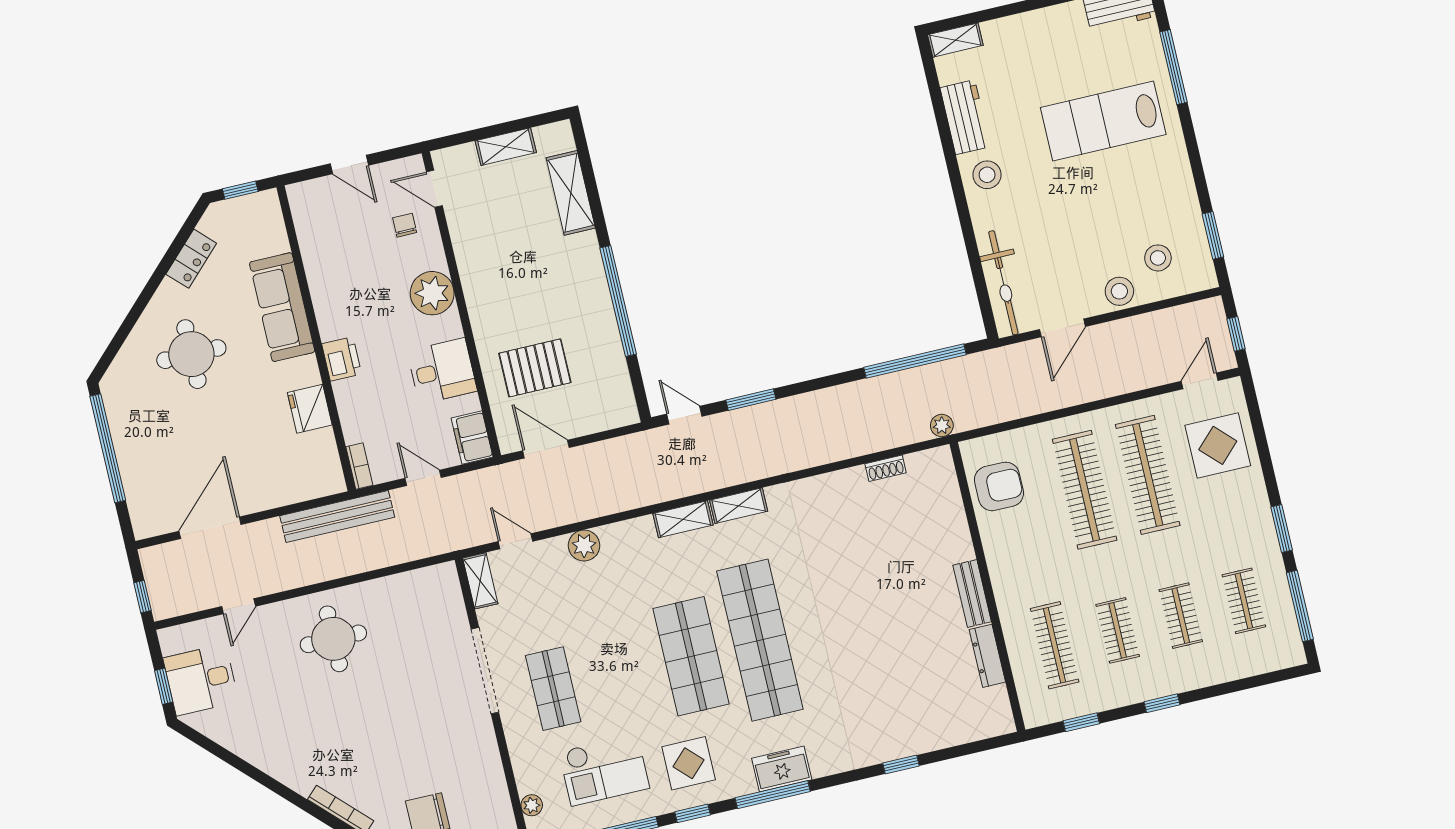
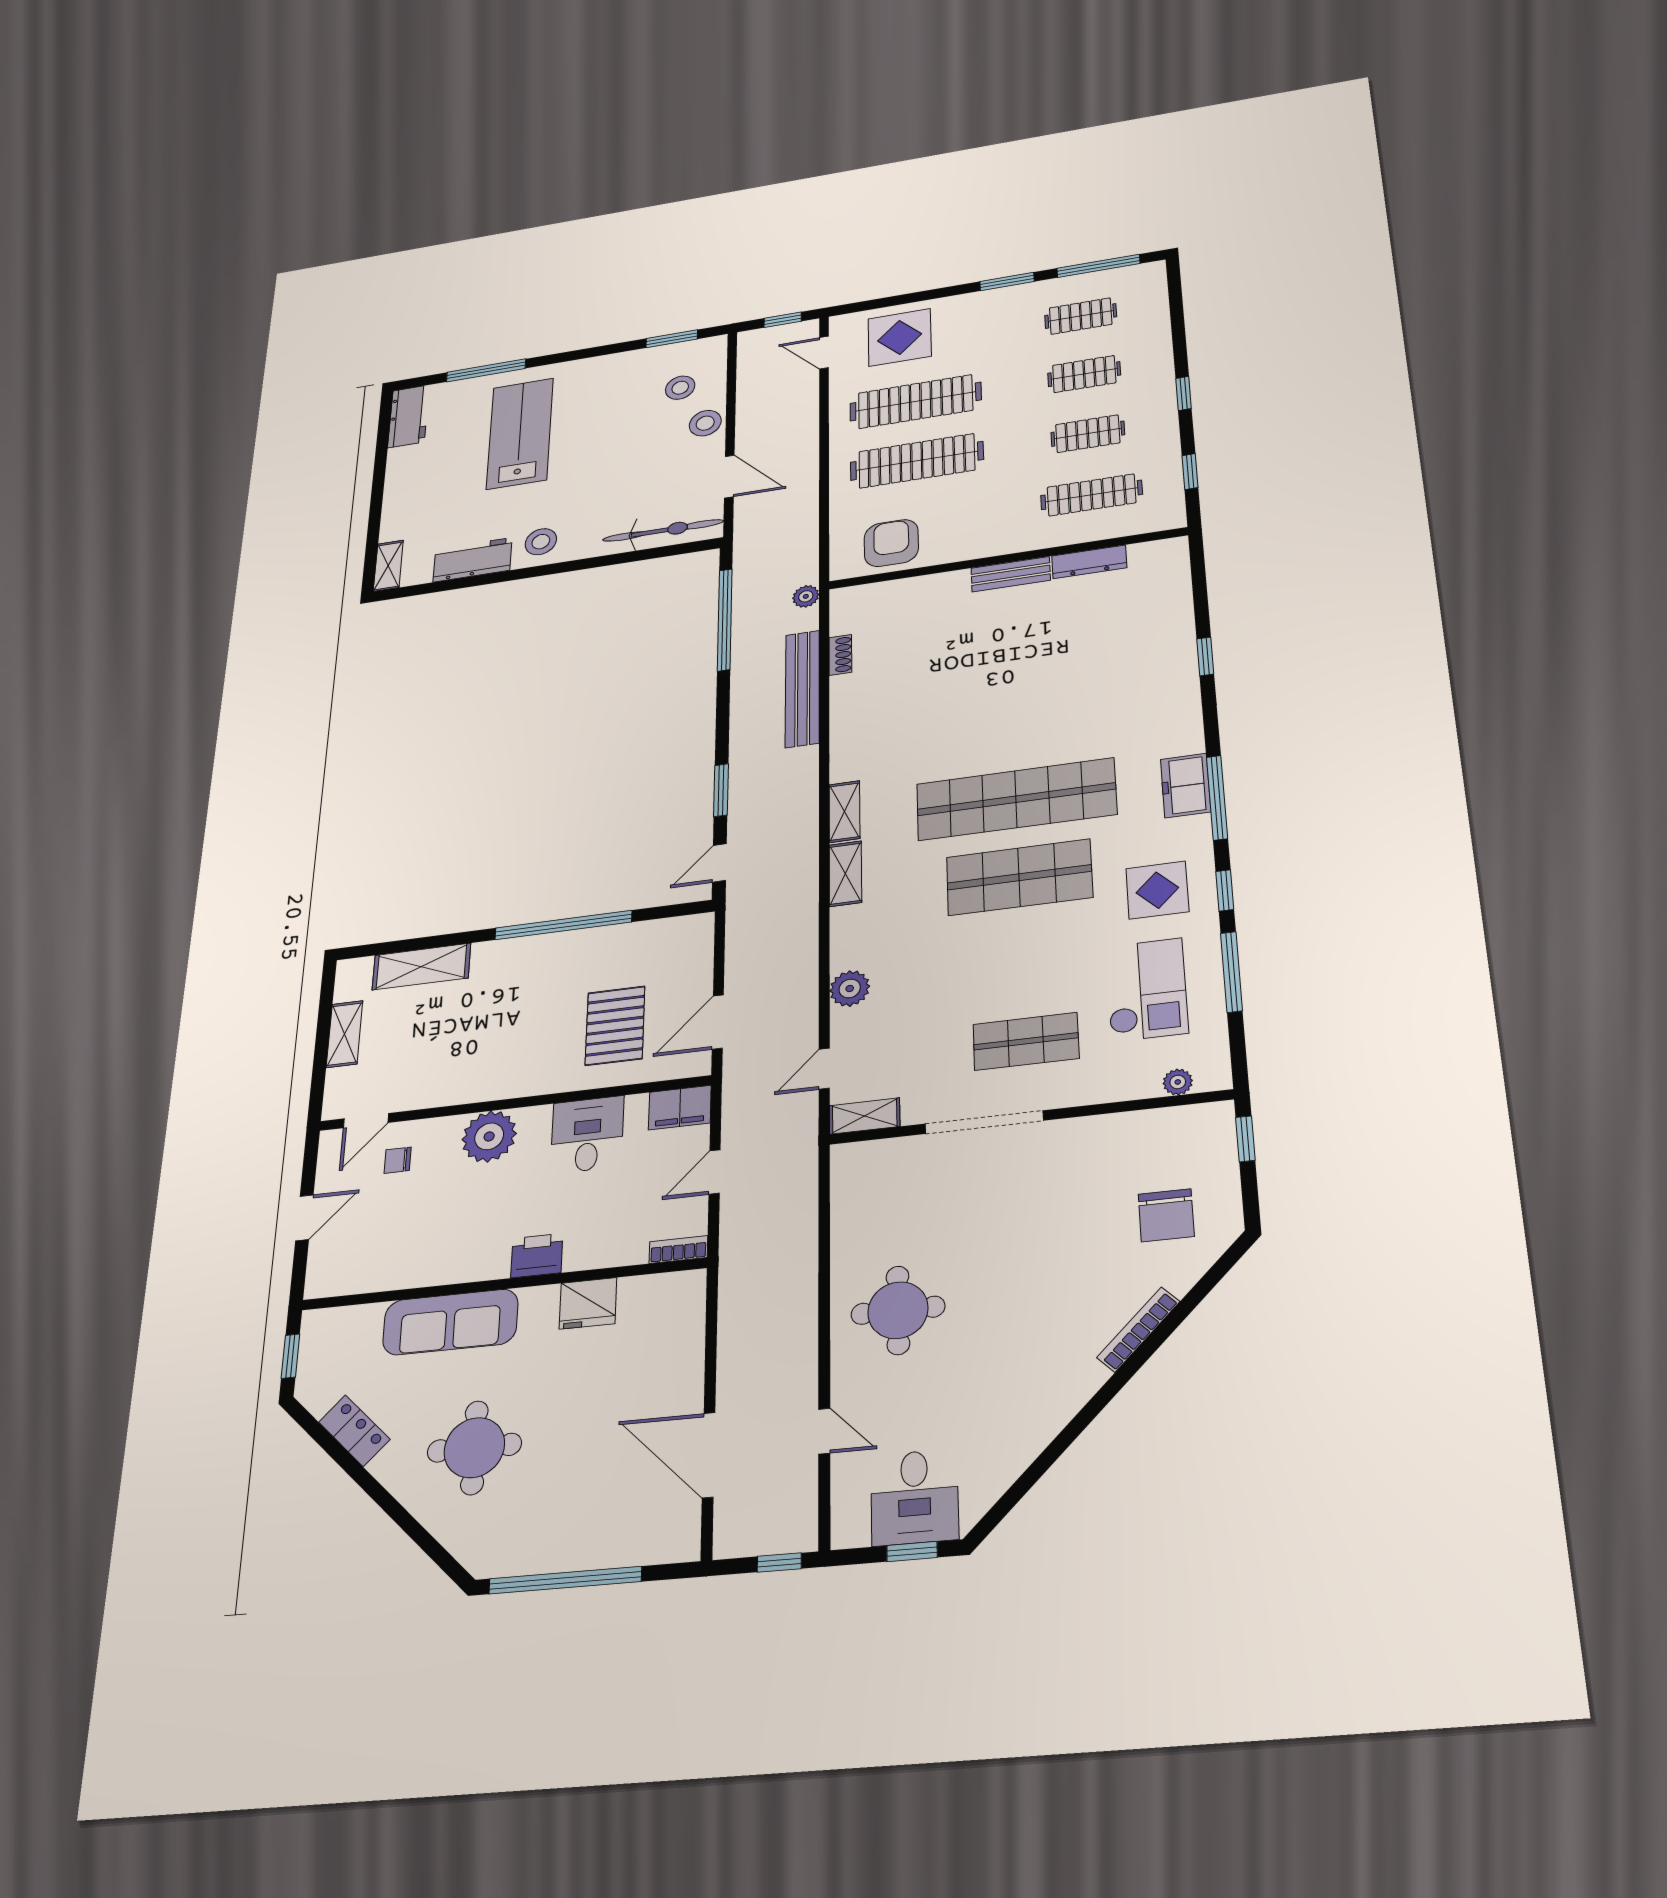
lab bench: (1103, 121) -> (520, 433), turned 180
bench: (337, 517) -> (802, 689), moved

